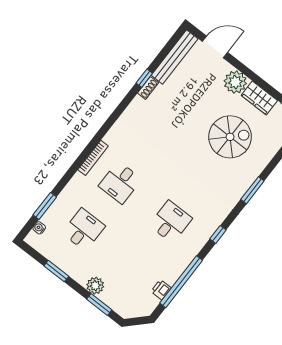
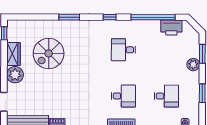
spiral stairs: (230, 137) -> (49, 53), turned -90
desk: (84, 230) -> (166, 96), turned 180
printer: (161, 290) -> (171, 28), width x1.87, depth x1.48

